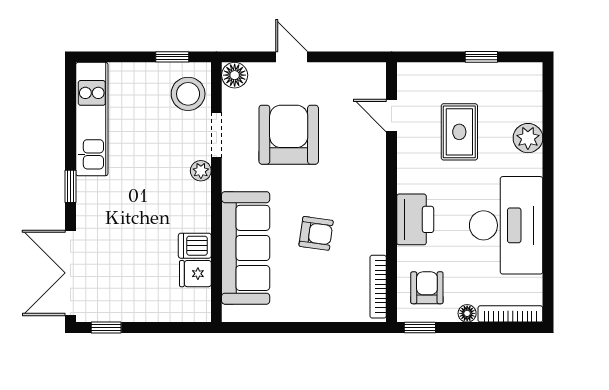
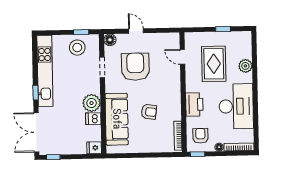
stool: (188, 94) -> (77, 48), moved
kitchen unit: (92, 119) -> (45, 71), width x1.36
rug: (459, 132) -> (214, 64), width x1.36, depth x1.43
plant: (201, 171) -> (92, 103), moved, width x1.87, depth x1.87
fridge: (195, 274) -> (94, 148), moved

